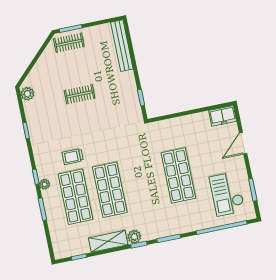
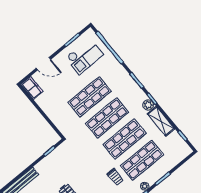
shop shelf: (144, 183) -> (107, 118), added

